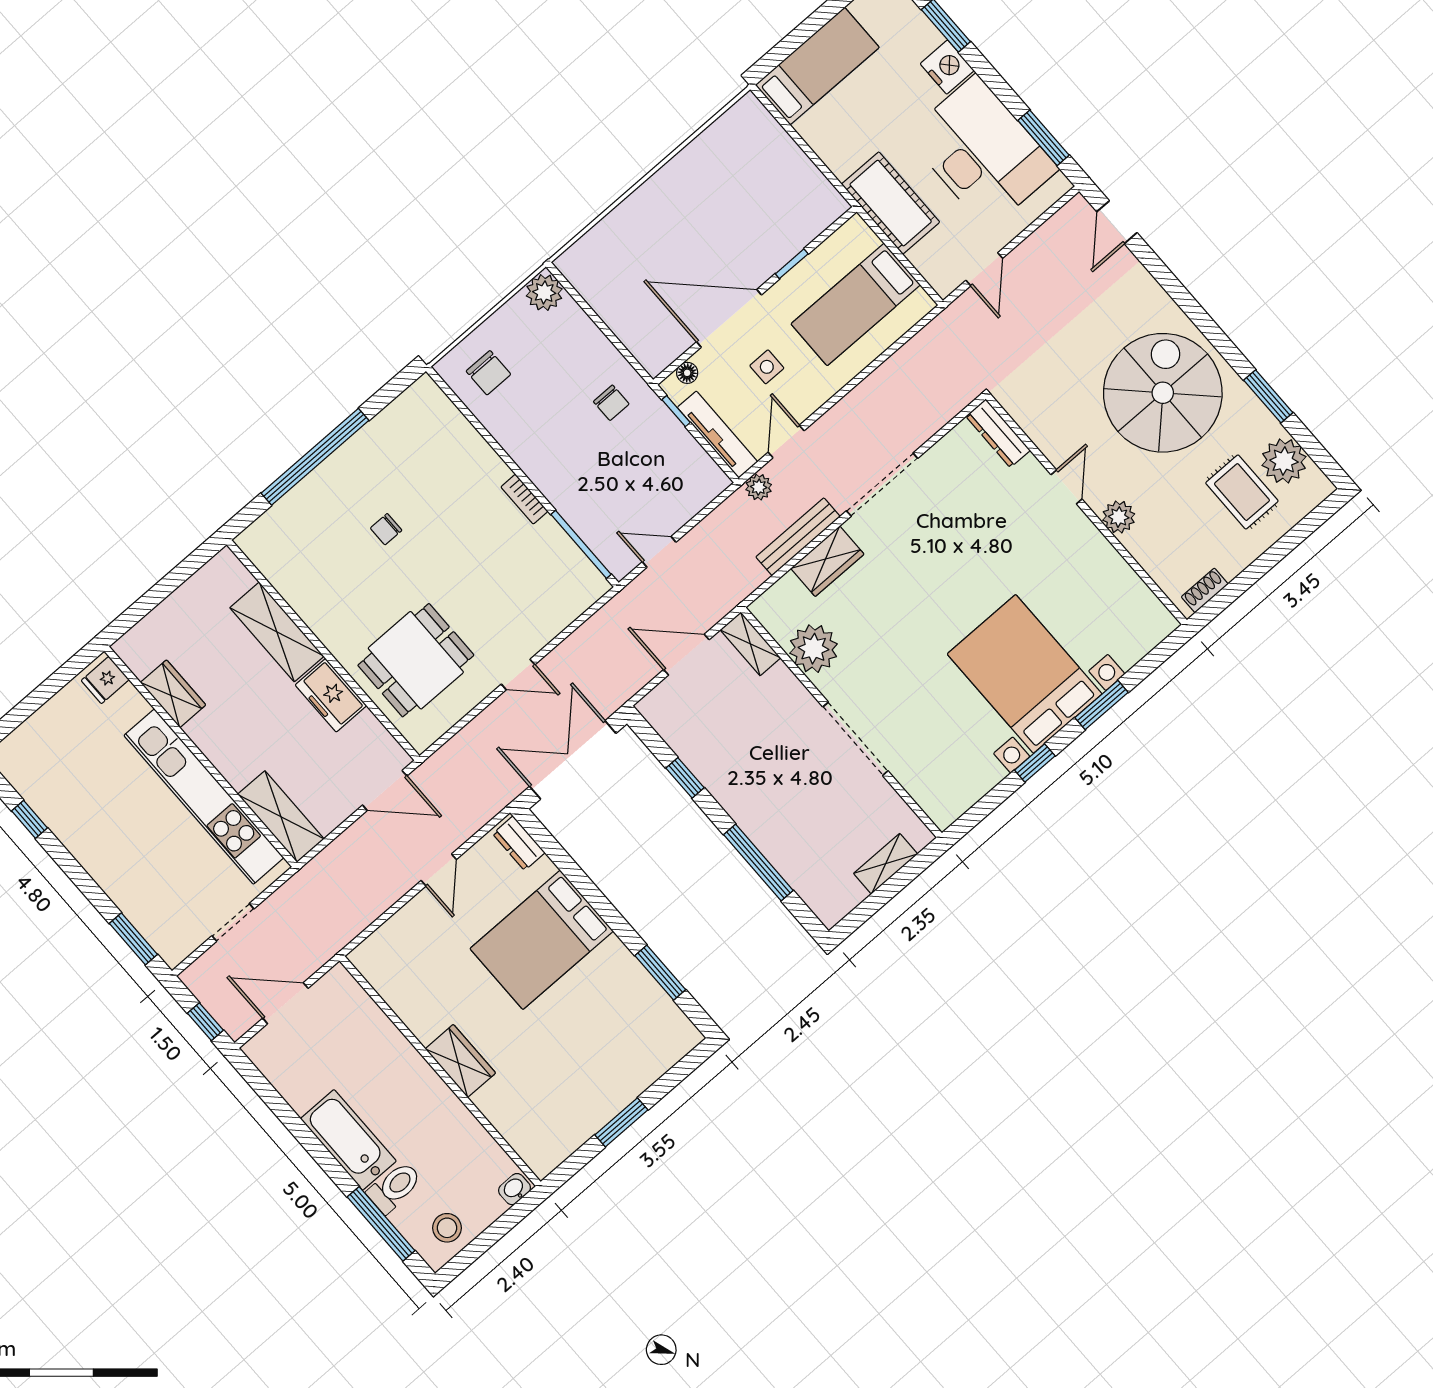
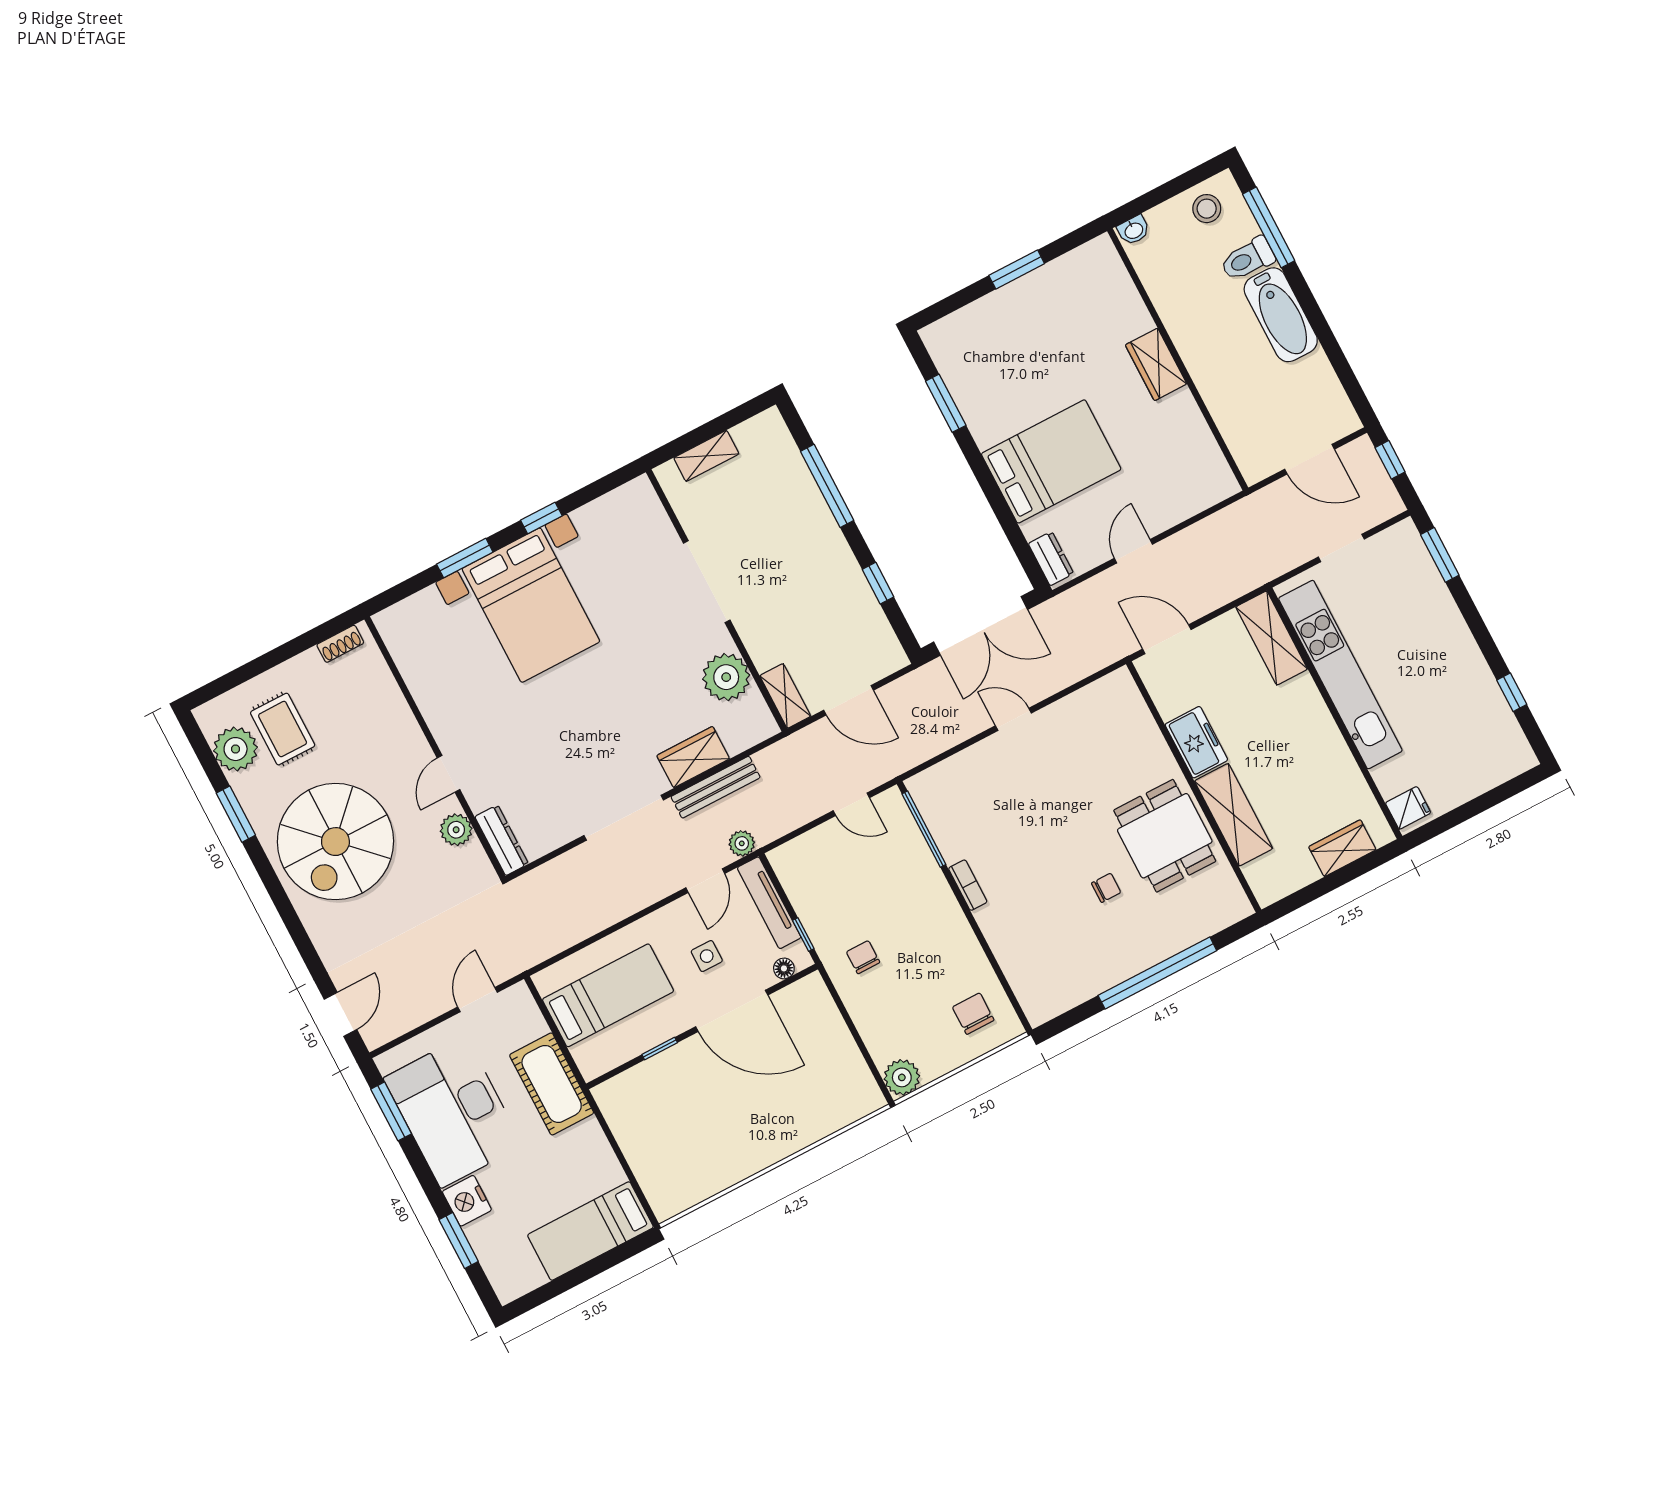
plant: (1119, 517) -> (456, 830), moved
dining table: (416, 660) -> (1165, 836), moved, turned 90
wardrobe: (173, 694) -> (1342, 848), moved, turned 90

